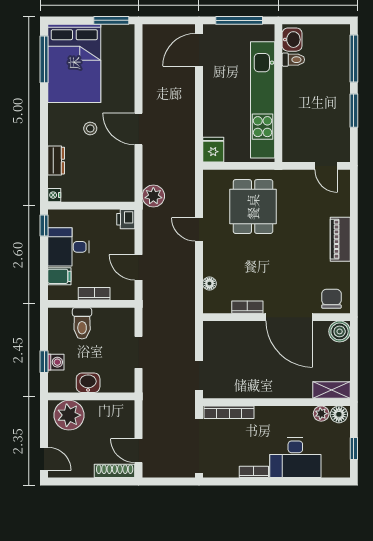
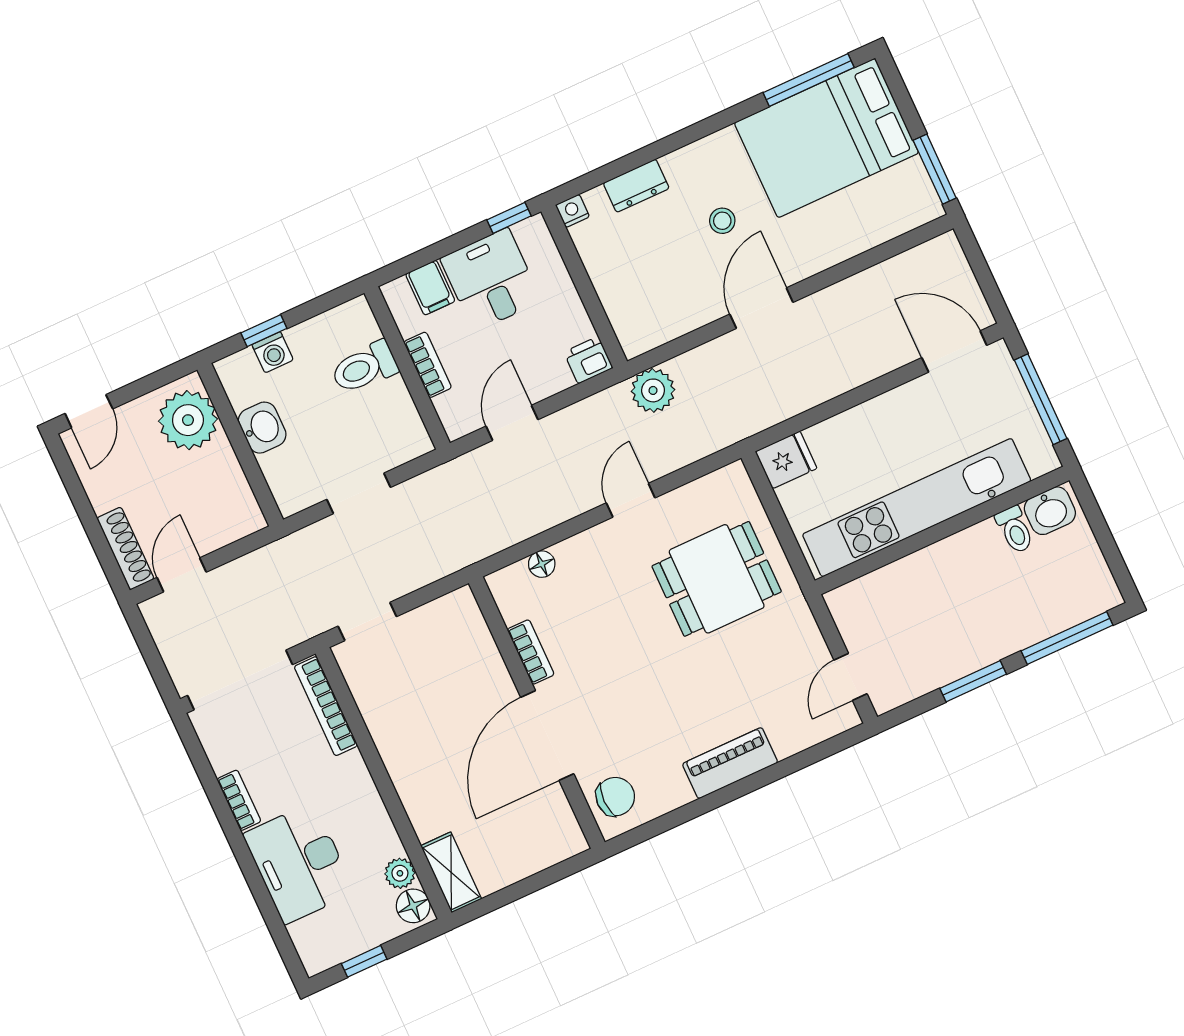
boiler: (340, 331) -> (563, 838), removed

